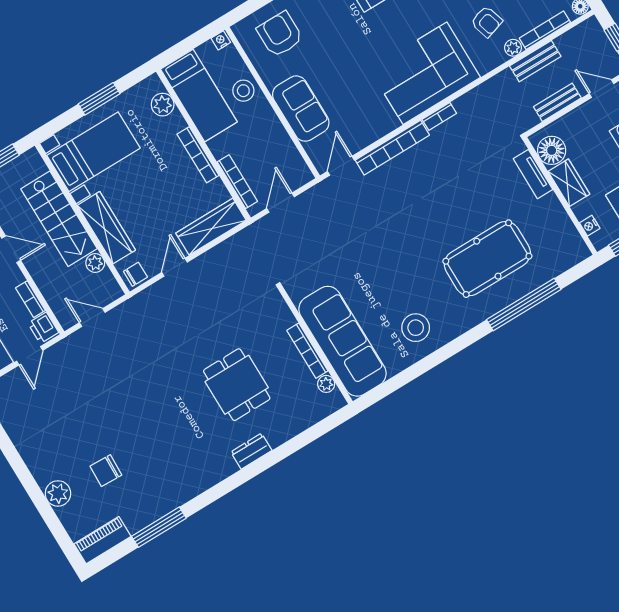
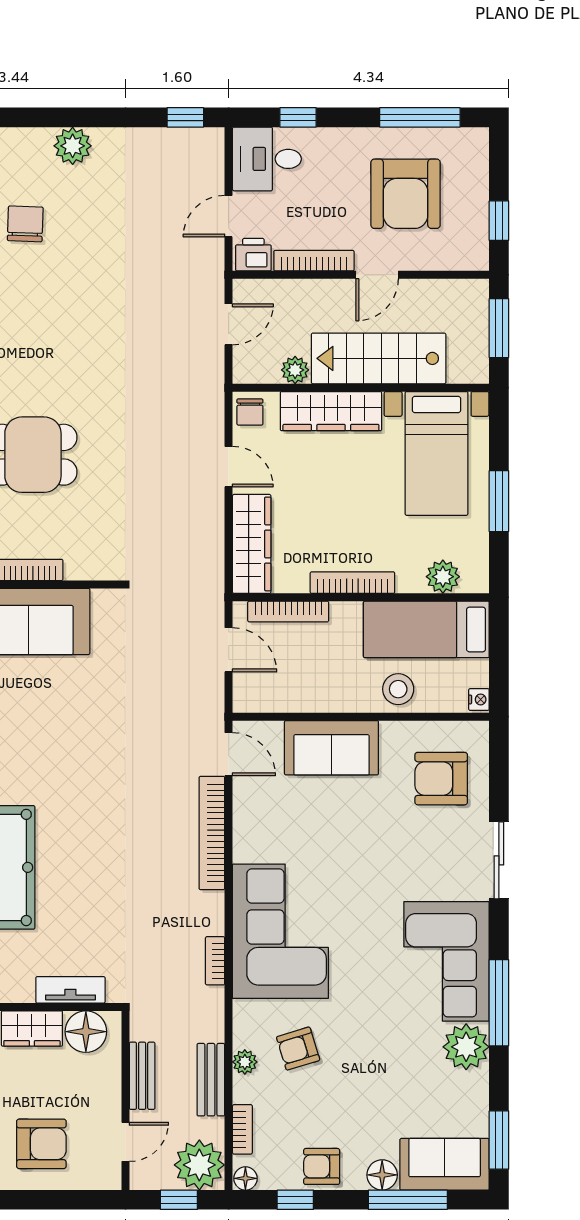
bookcase: (545, 30) -> (242, 1129), width x0.64
armchair: (280, 34) -> (441, 779), turned 180
plant: (589, 38) -> (199, 1165), added
bookcase: (439, 116) -> (215, 961), moved
bookcase: (30, 299) -> (314, 261), width x1.56
door: (30, 356) -> (229, 216), hinge flipped
plant: (58, 493) -> (73, 146), moved

